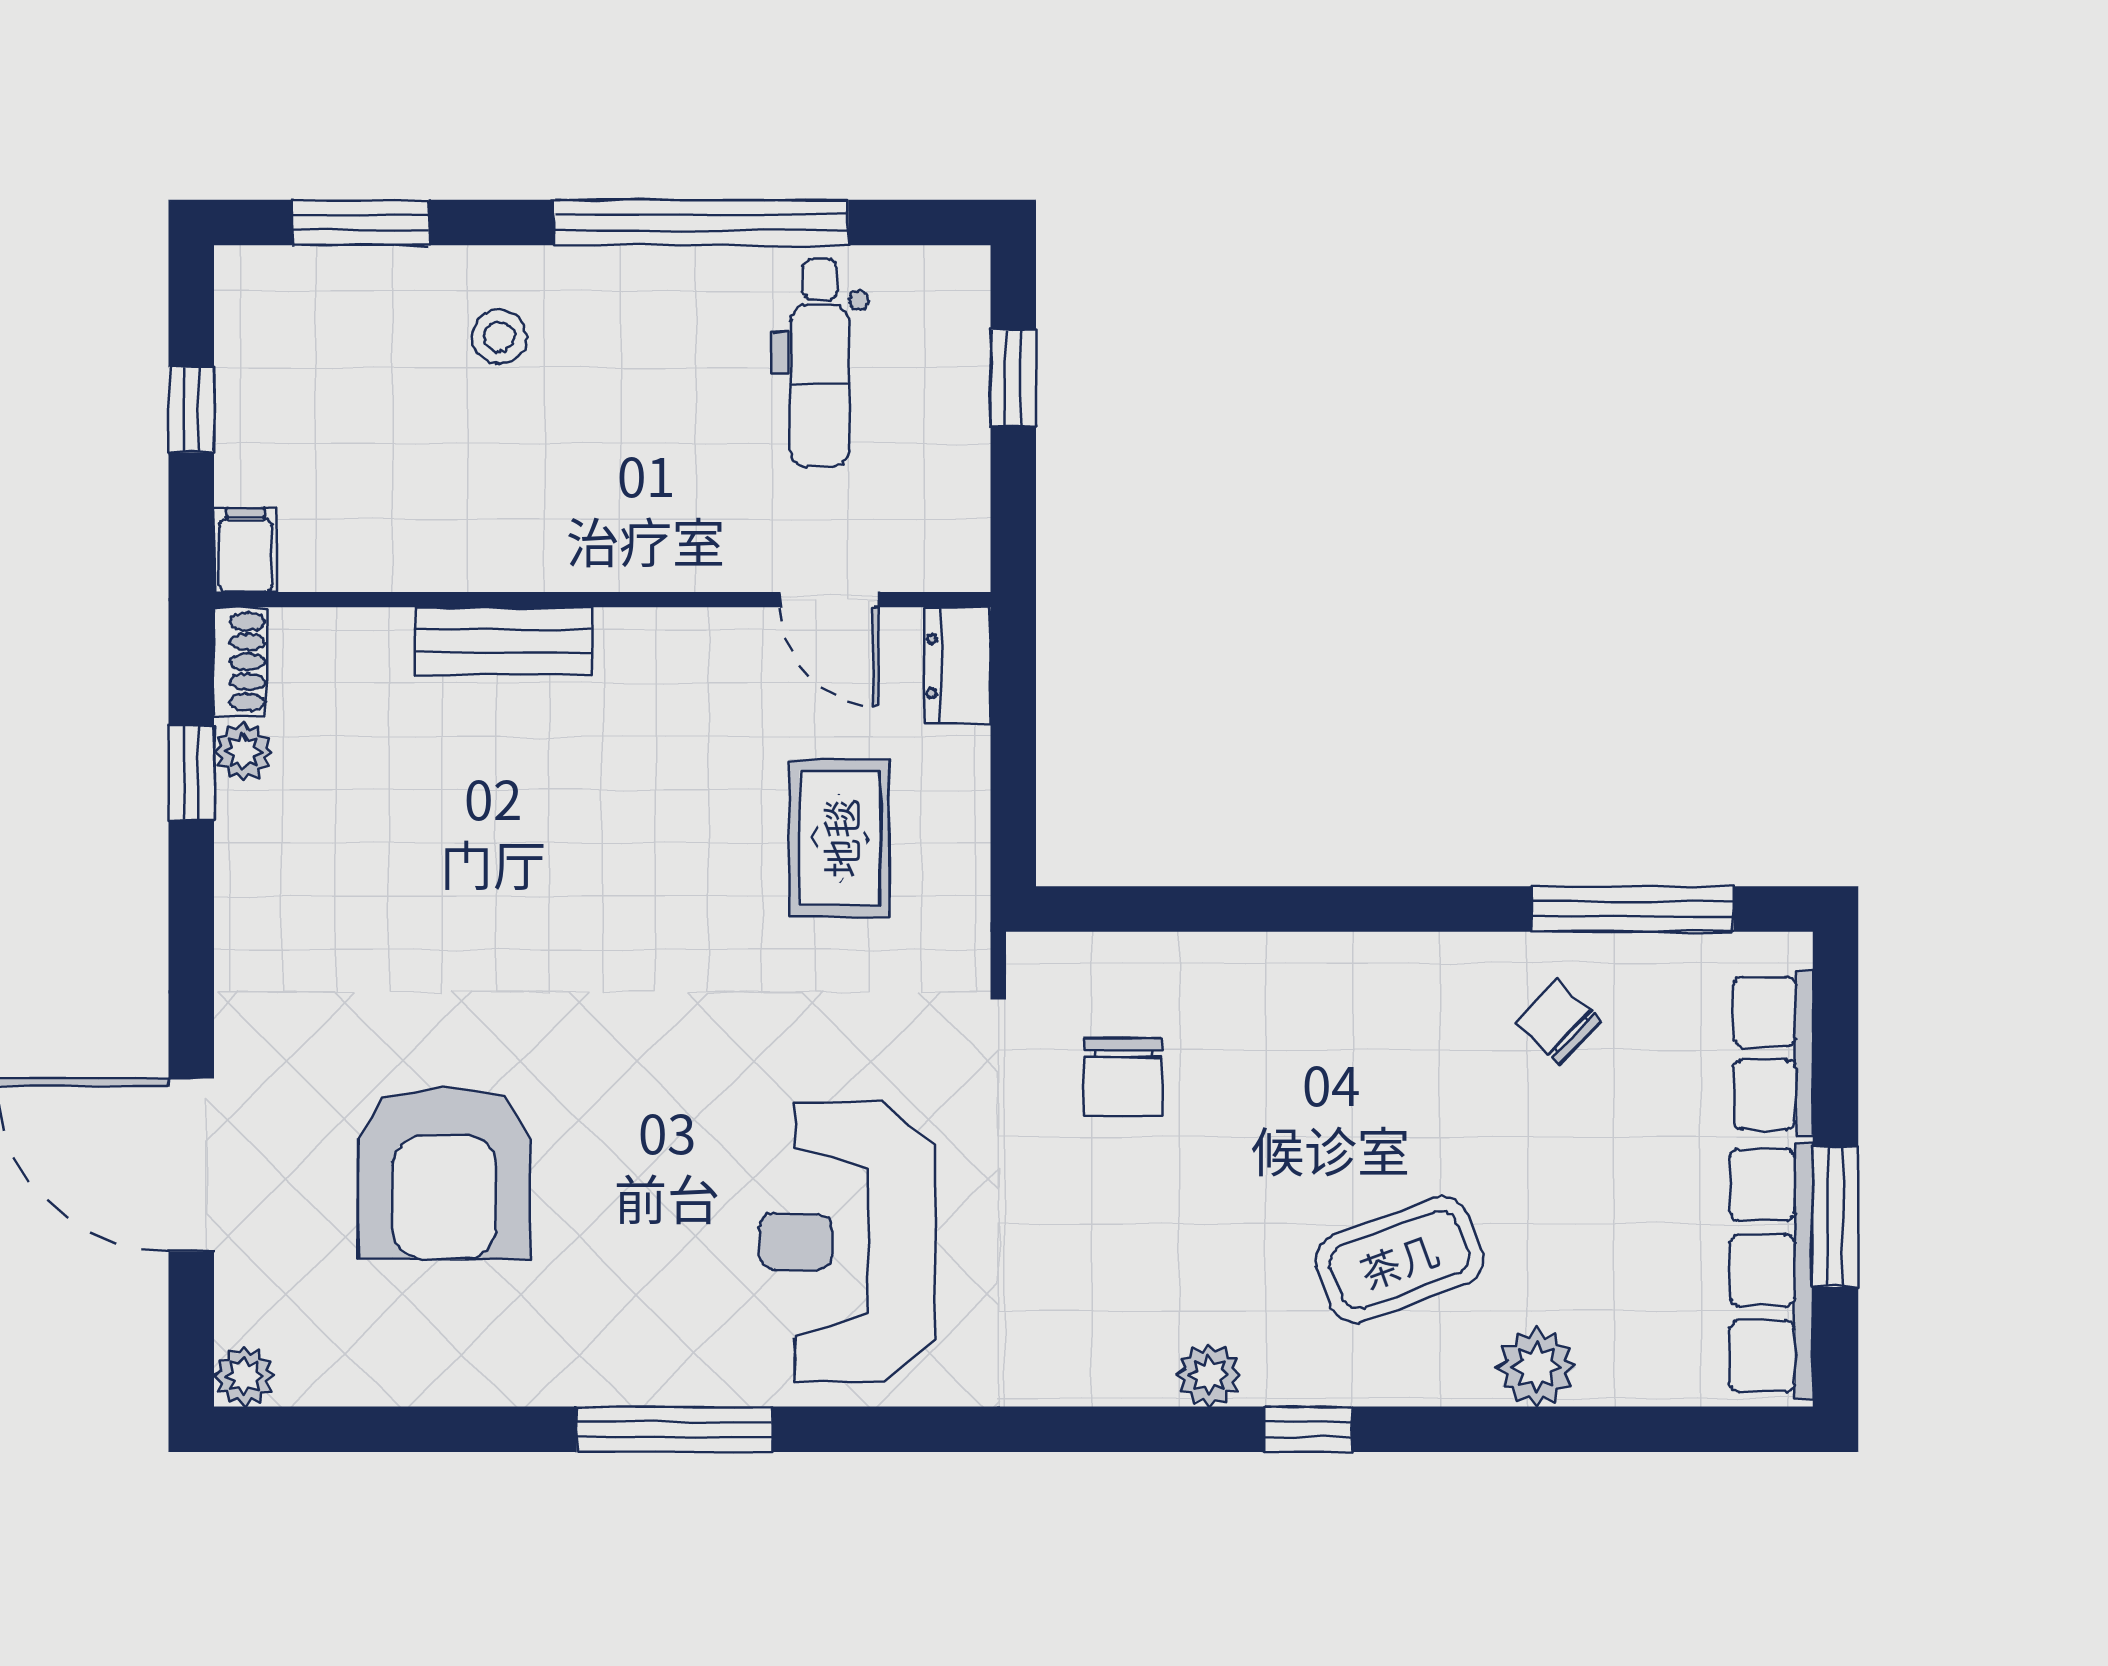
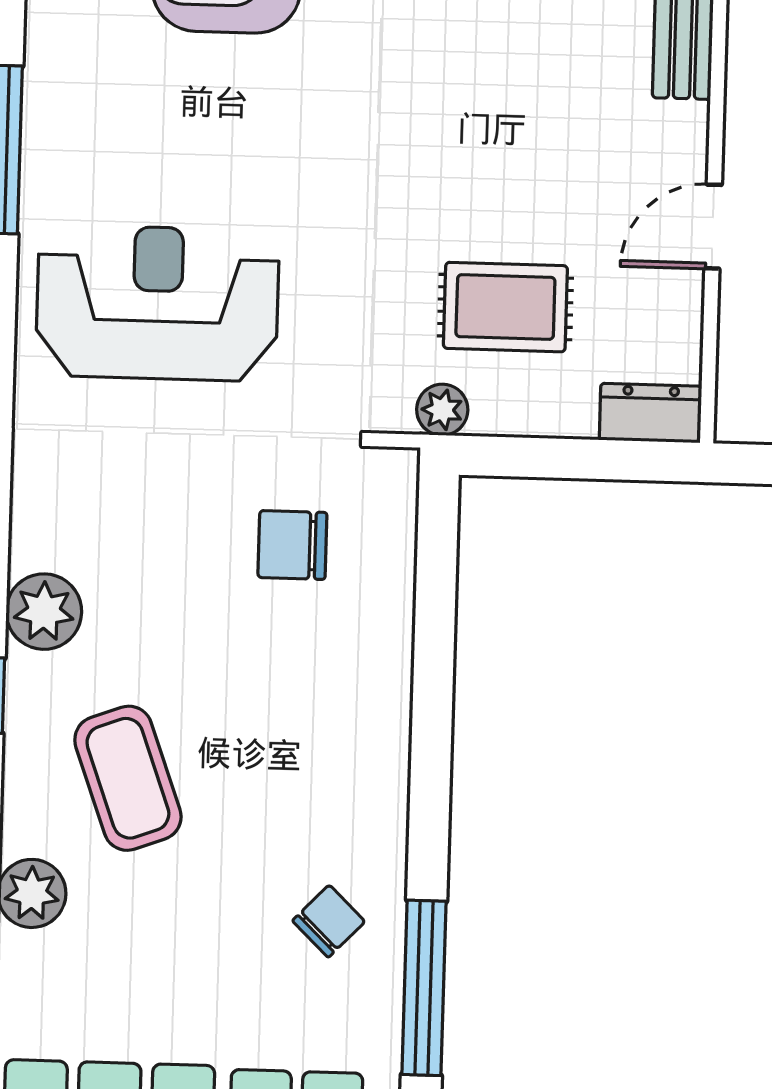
door: (830, 600) -> (713, 227), moved
plant: (961, 908) -> (442, 410), added
plant: (1209, 1375) -> (44, 612), width x1.38, depth x1.38

